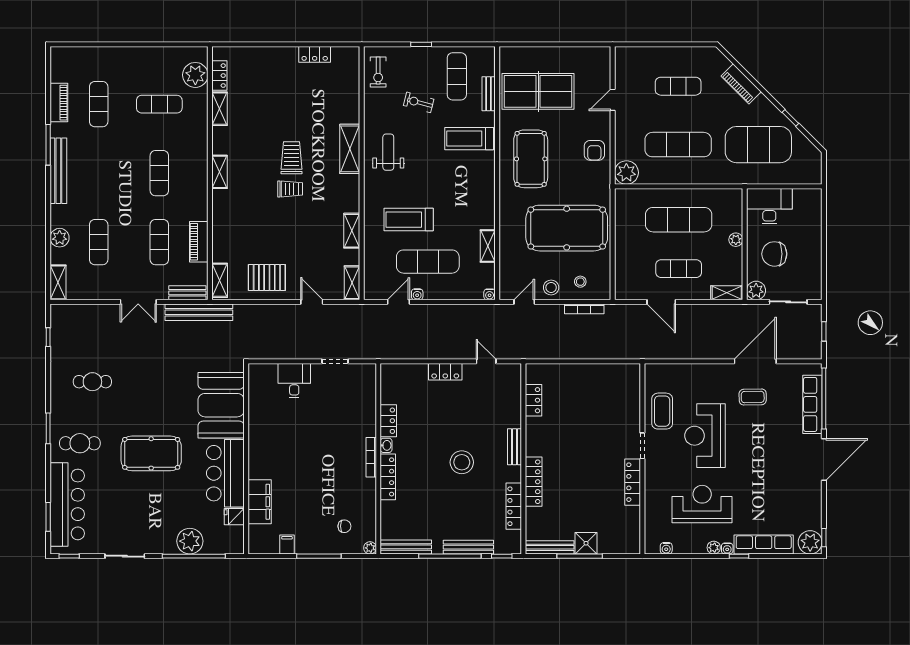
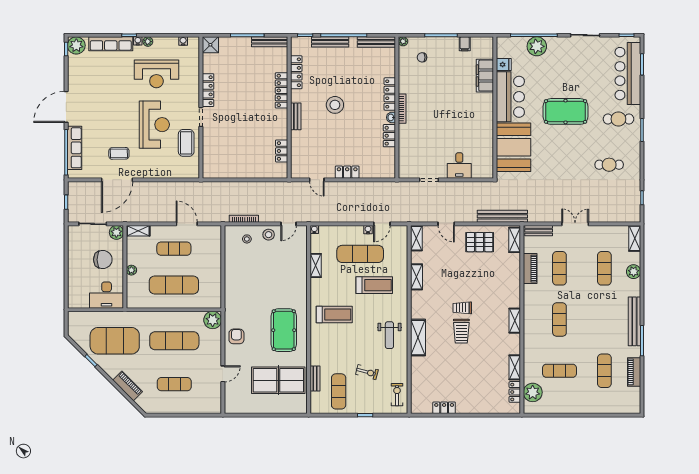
treadmill: (469, 139) -> (334, 315), moved
pool table: (567, 228) -> (257, 279), removed
bench: (199, 312) -> (502, 216), moved
shower: (586, 543) -> (210, 45), moved

